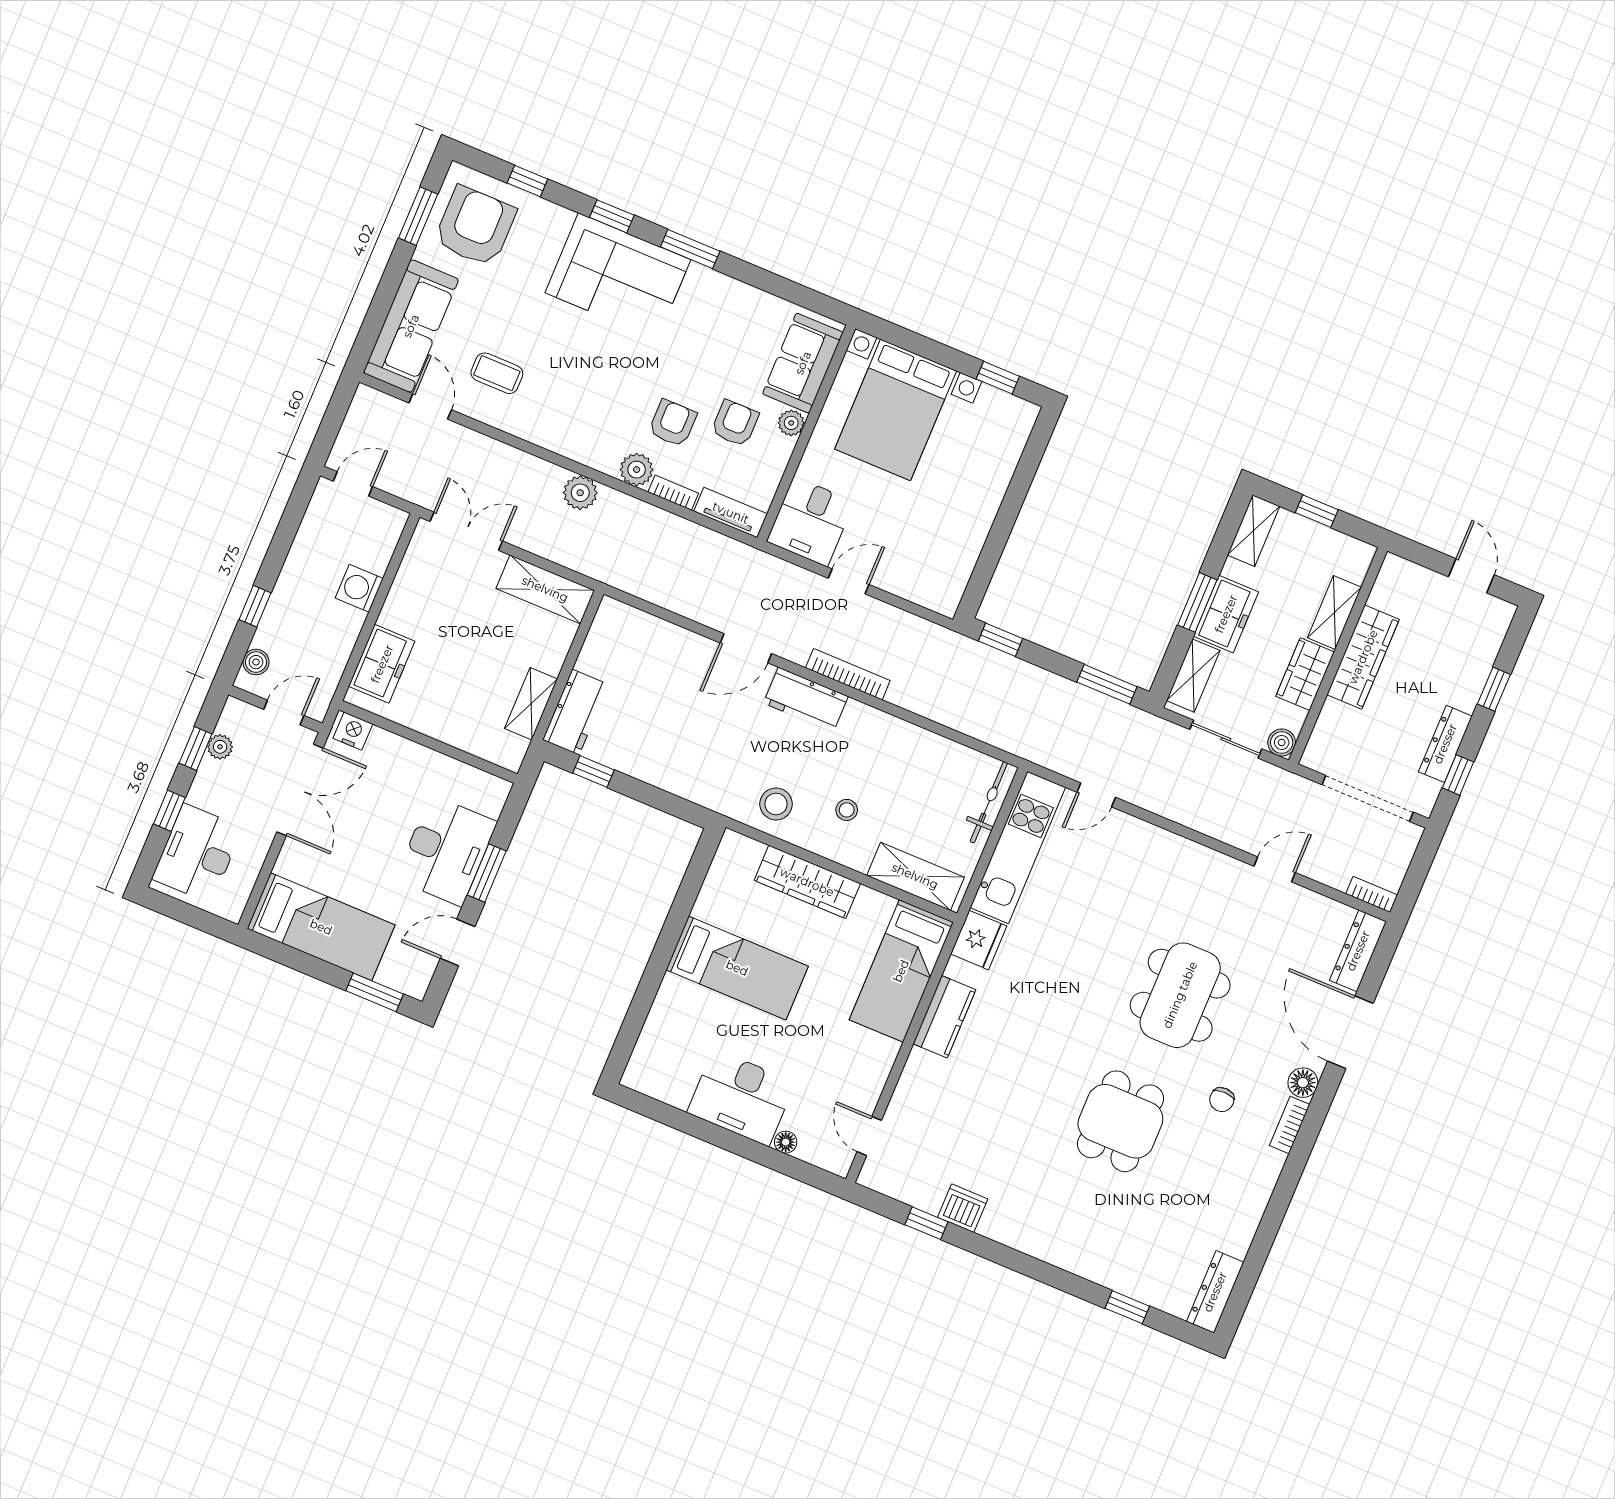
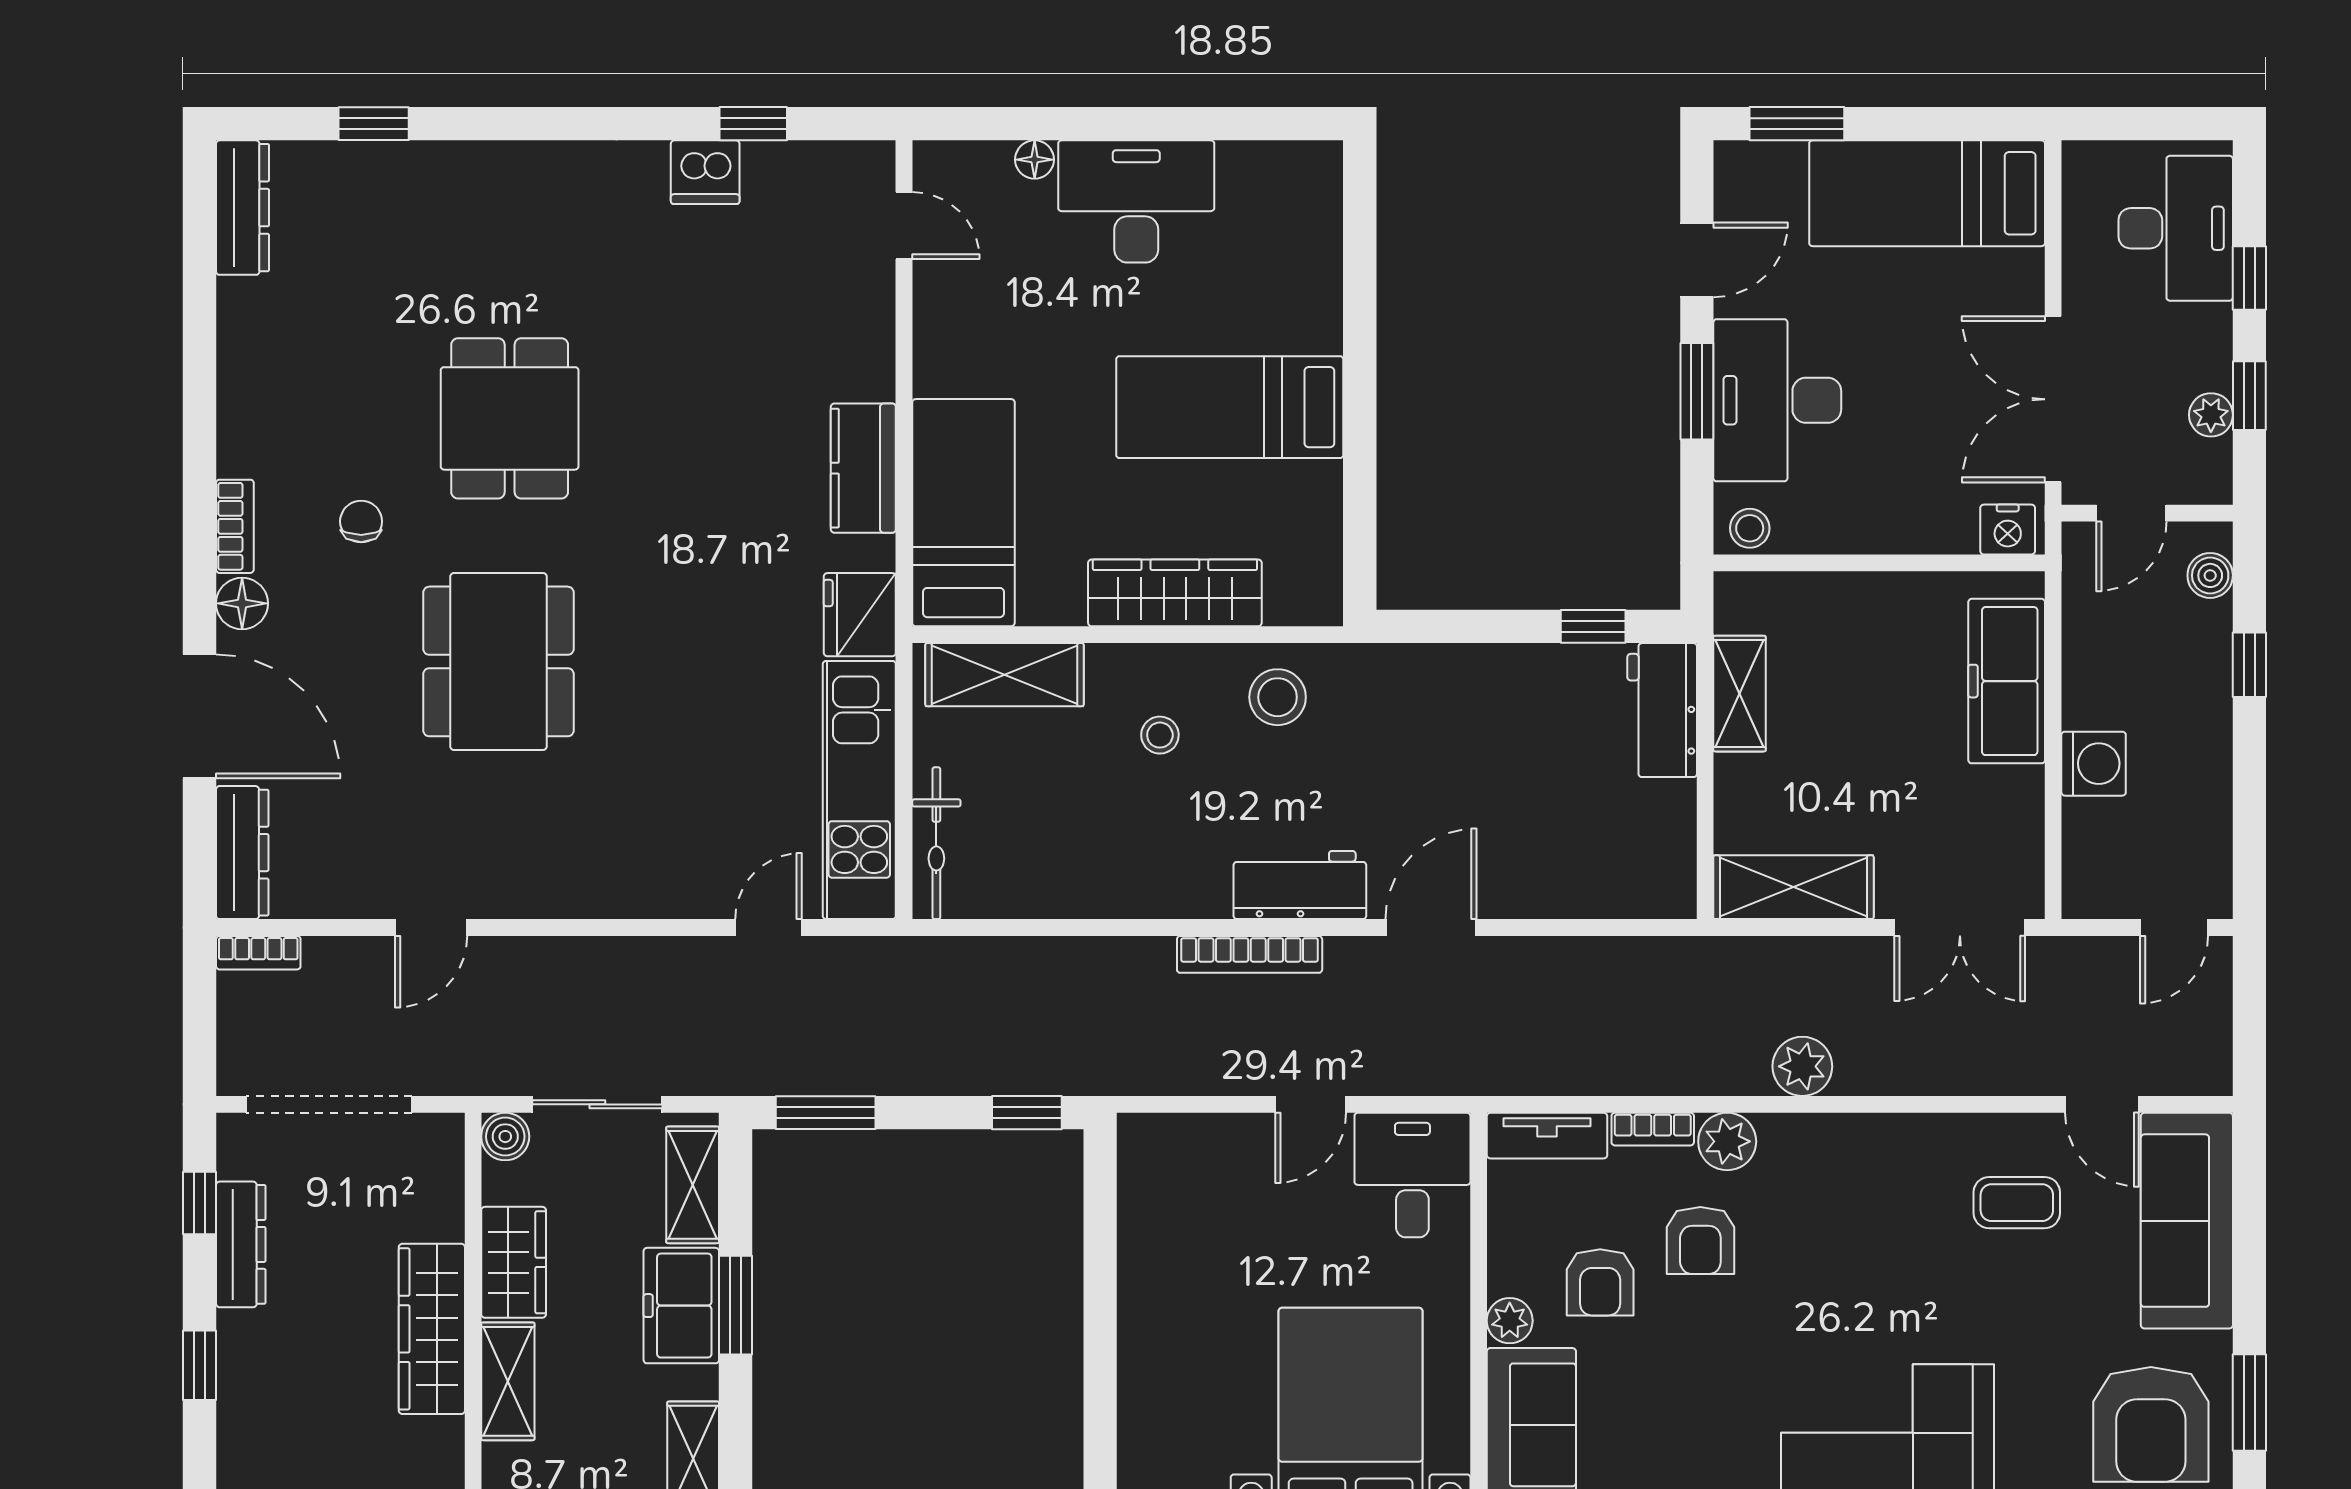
freezer: (382, 664) -> (2007, 681), width x1.40
stool: (489, 789) -> (1750, 528), added

